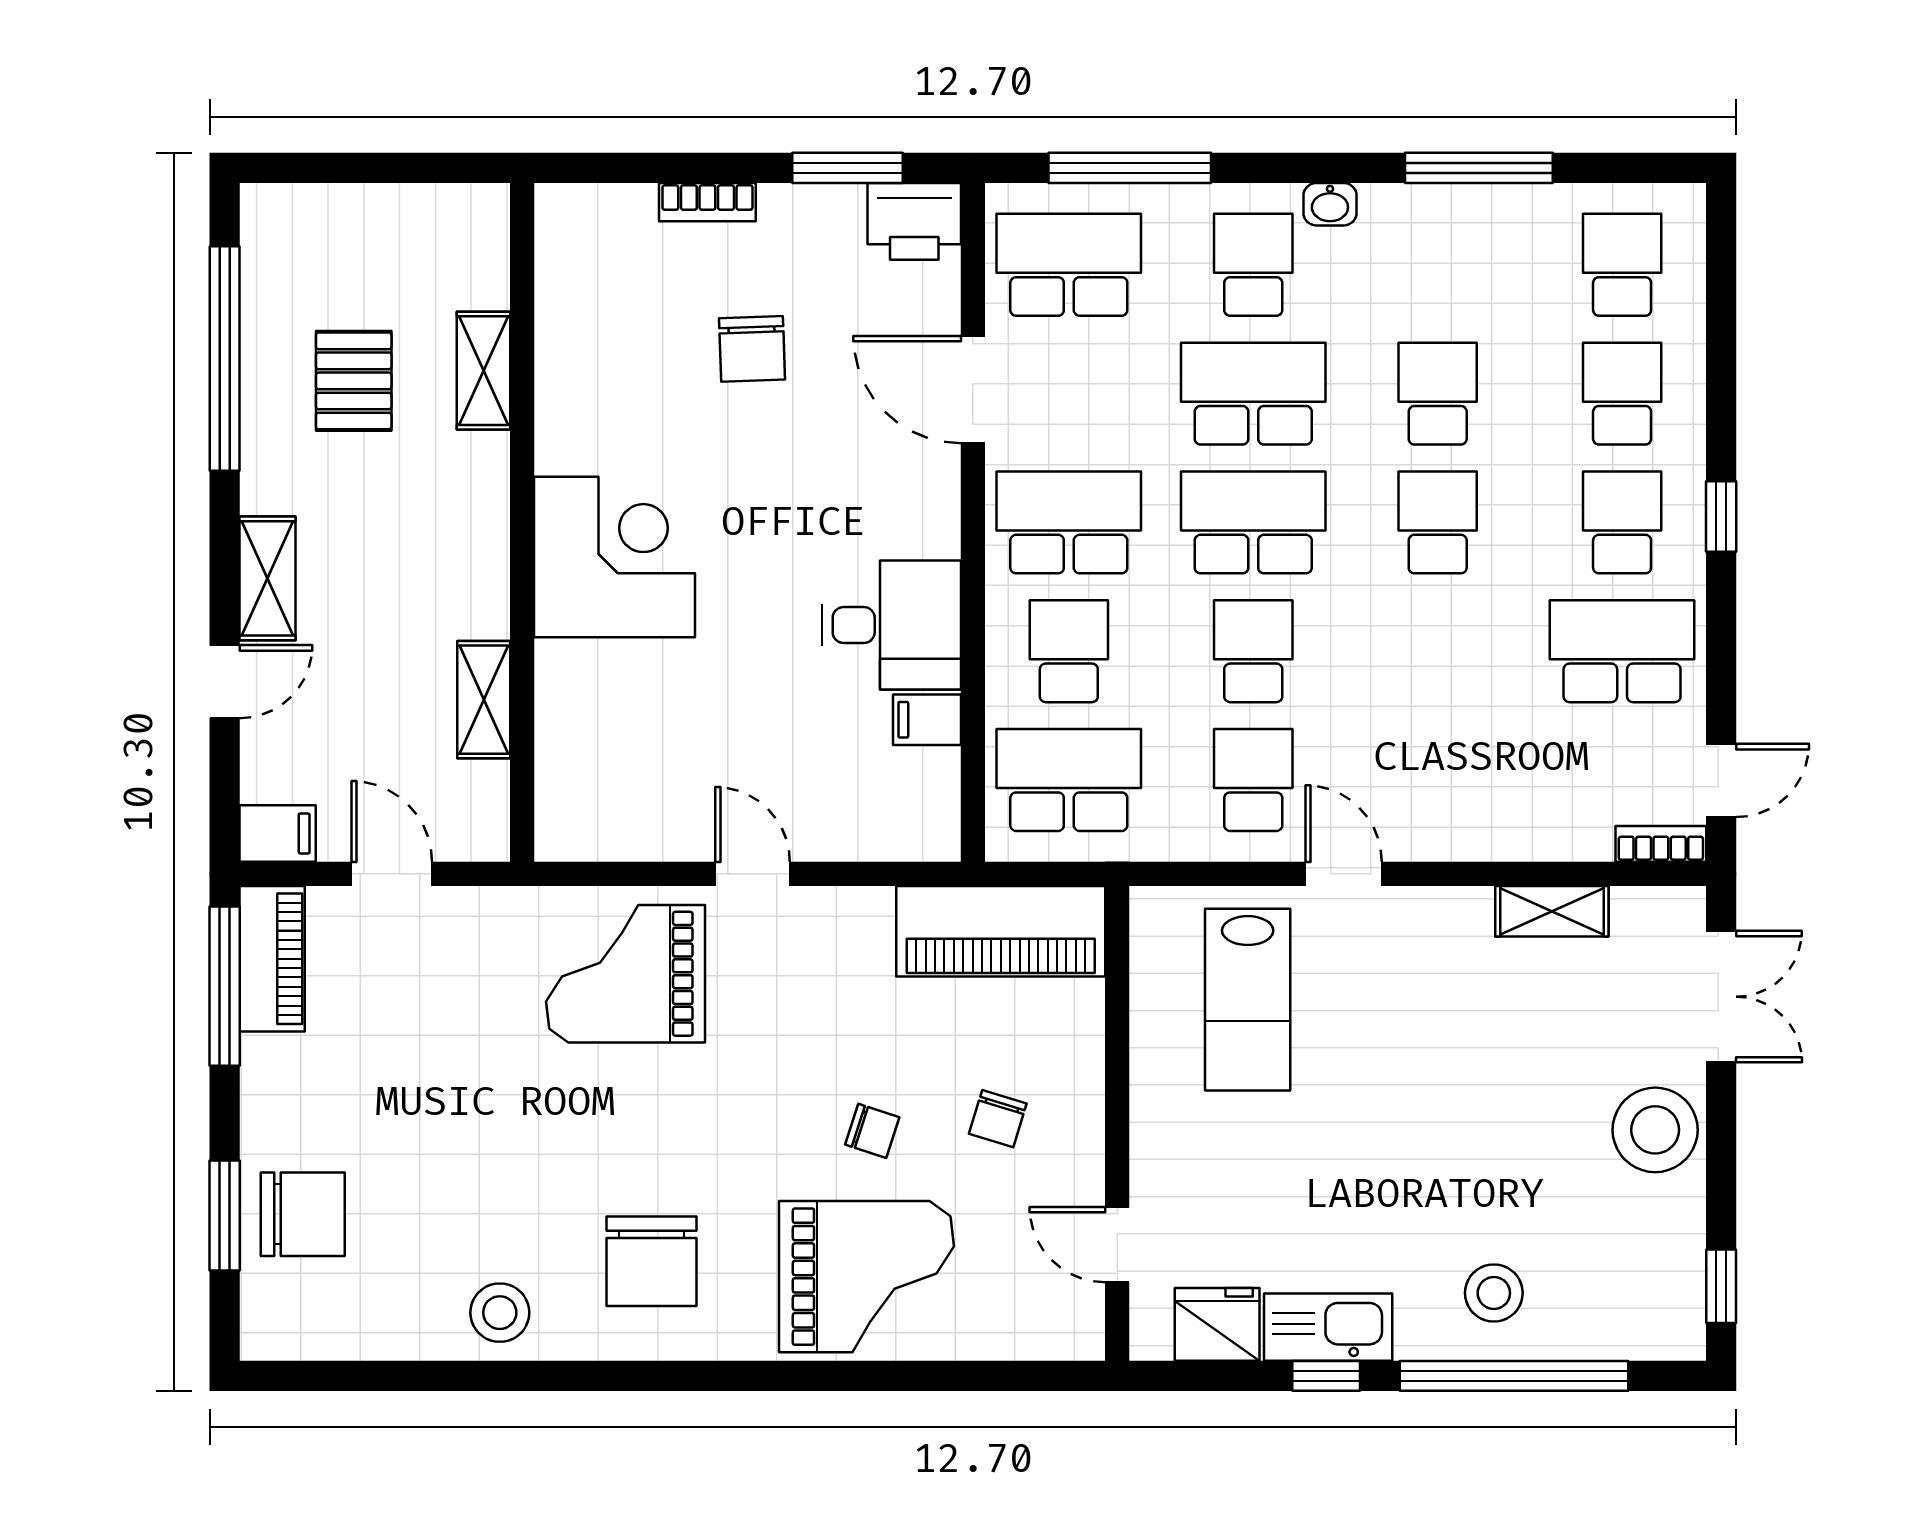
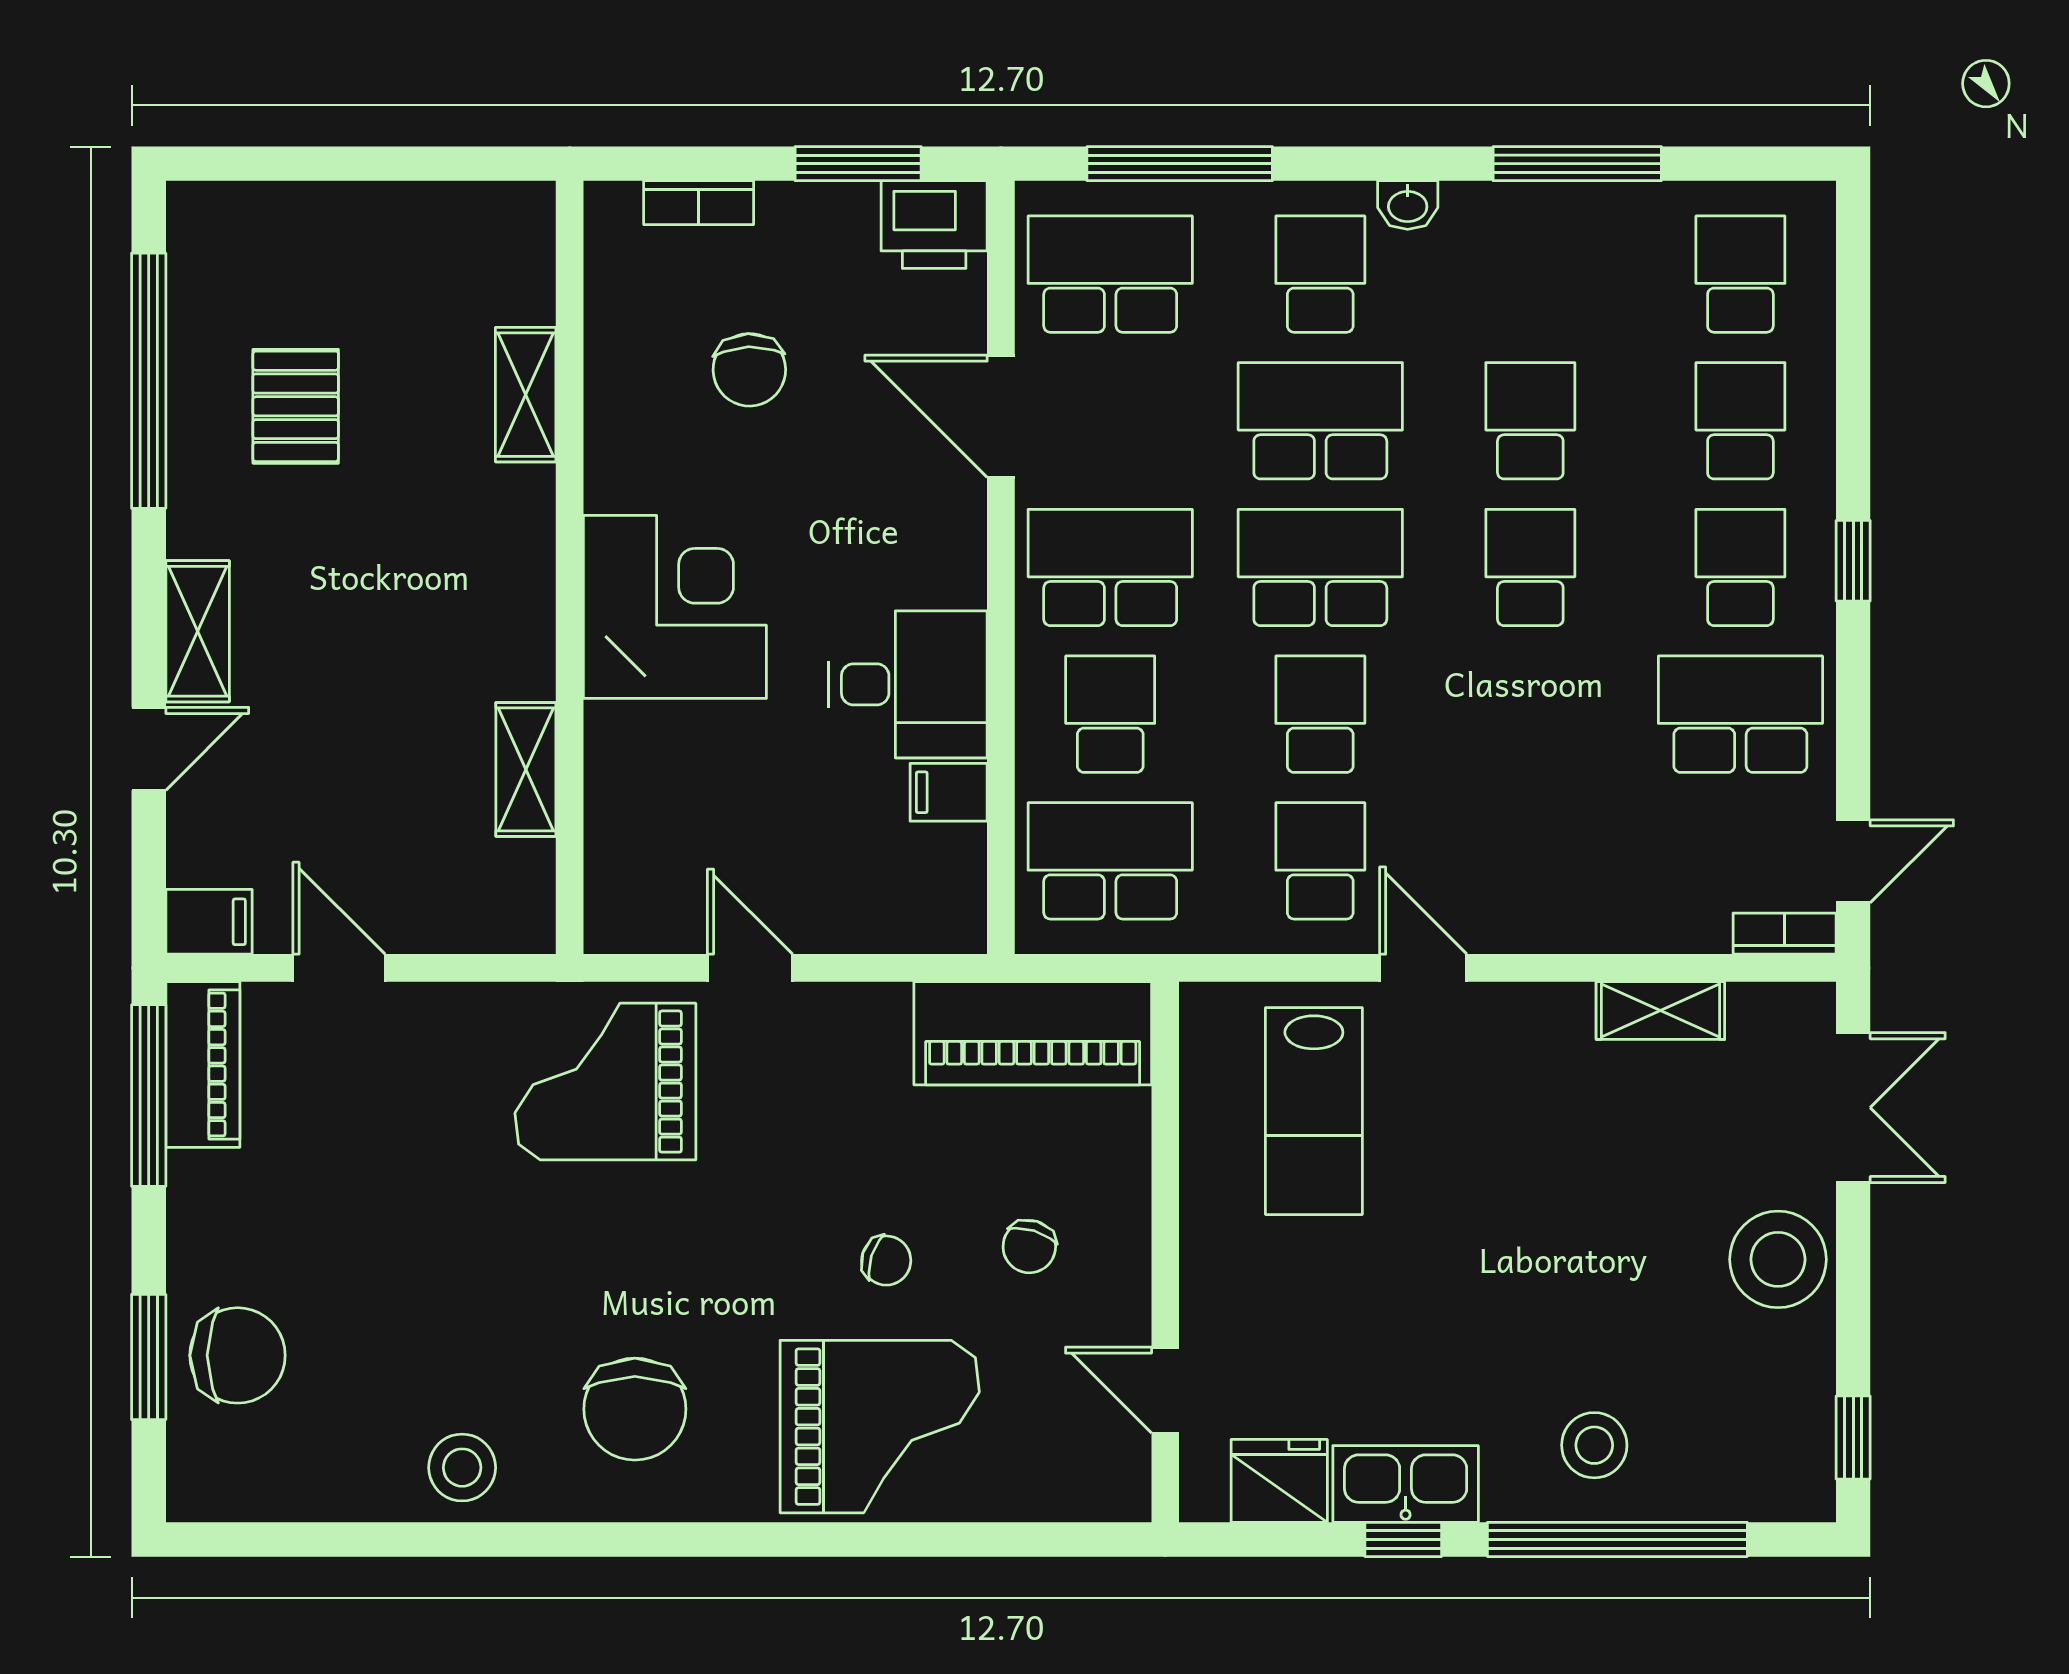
shelving: (484, 371) -> (526, 395), moved
wall: (522, 522) -> (570, 567), moved
corner desk: (615, 557) -> (675, 607), moved
shelving: (484, 700) -> (526, 769), moved

